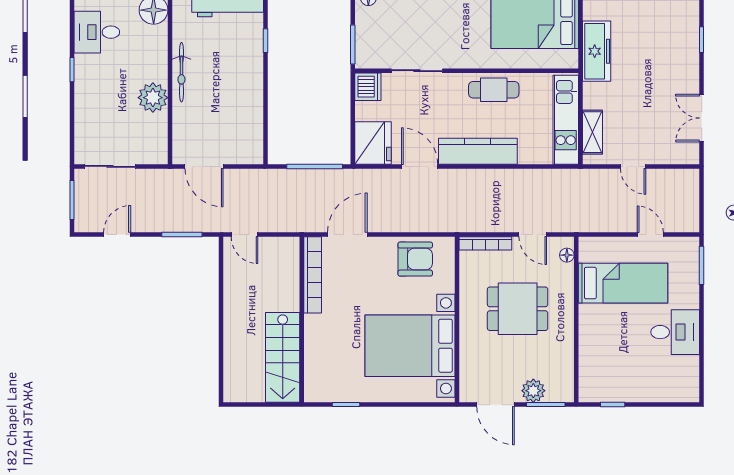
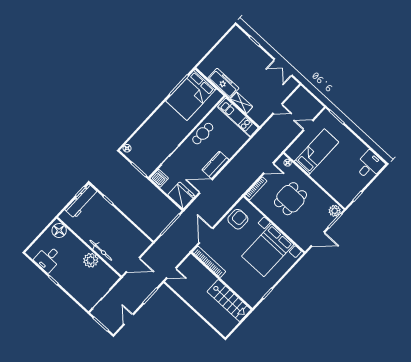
bicycle: (181, 72) -> (101, 250), moved
shelving: (592, 132) -> (242, 103), moved
kitchen counter: (478, 151) -> (215, 165), width x0.67
desk: (675, 332) -> (369, 165), moved
plant: (533, 391) -> (335, 211), moved

